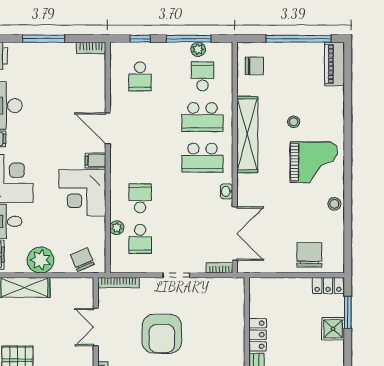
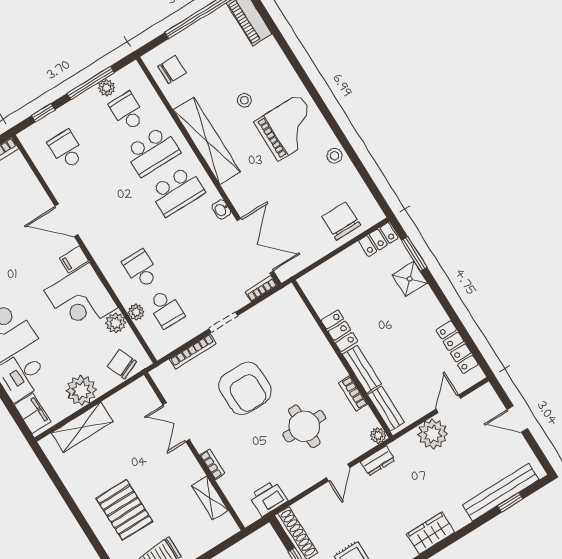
school desk: (140, 76) -> (66, 150), turned 180
plant: (97, 226) -> (116, 323), added
bookcase: (118, 283) -> (193, 351), moved

